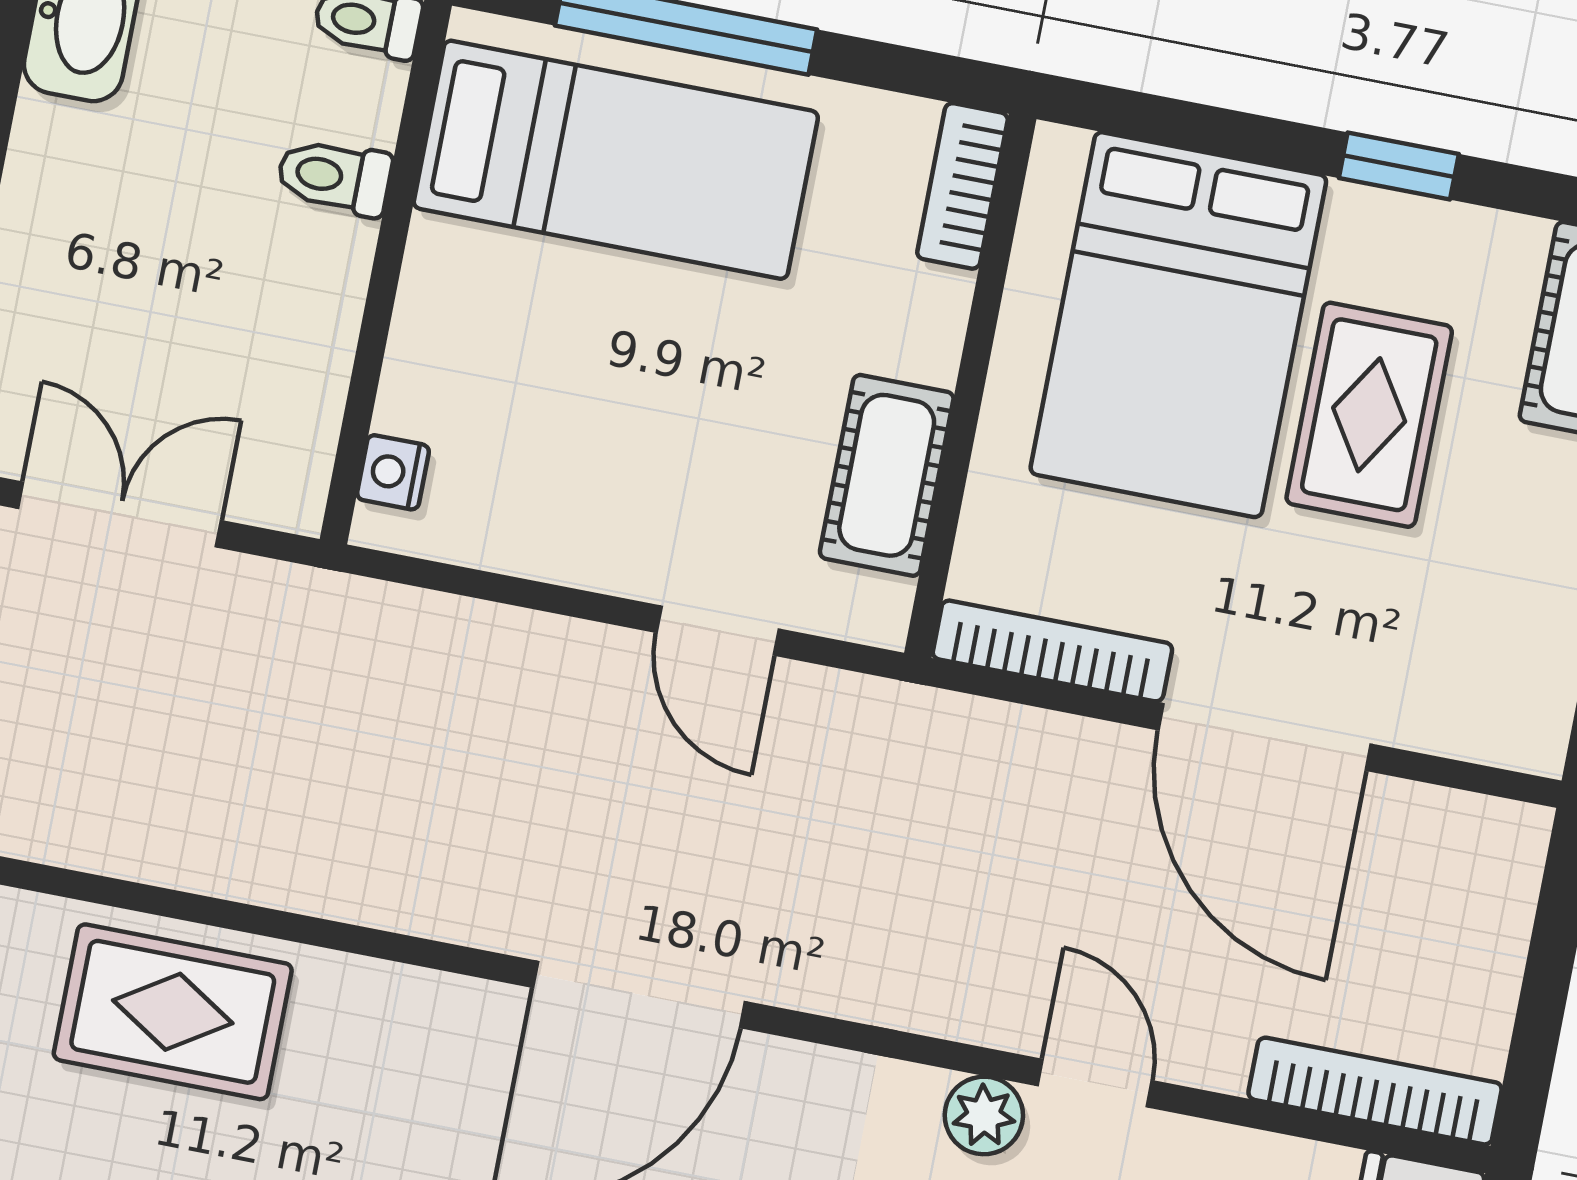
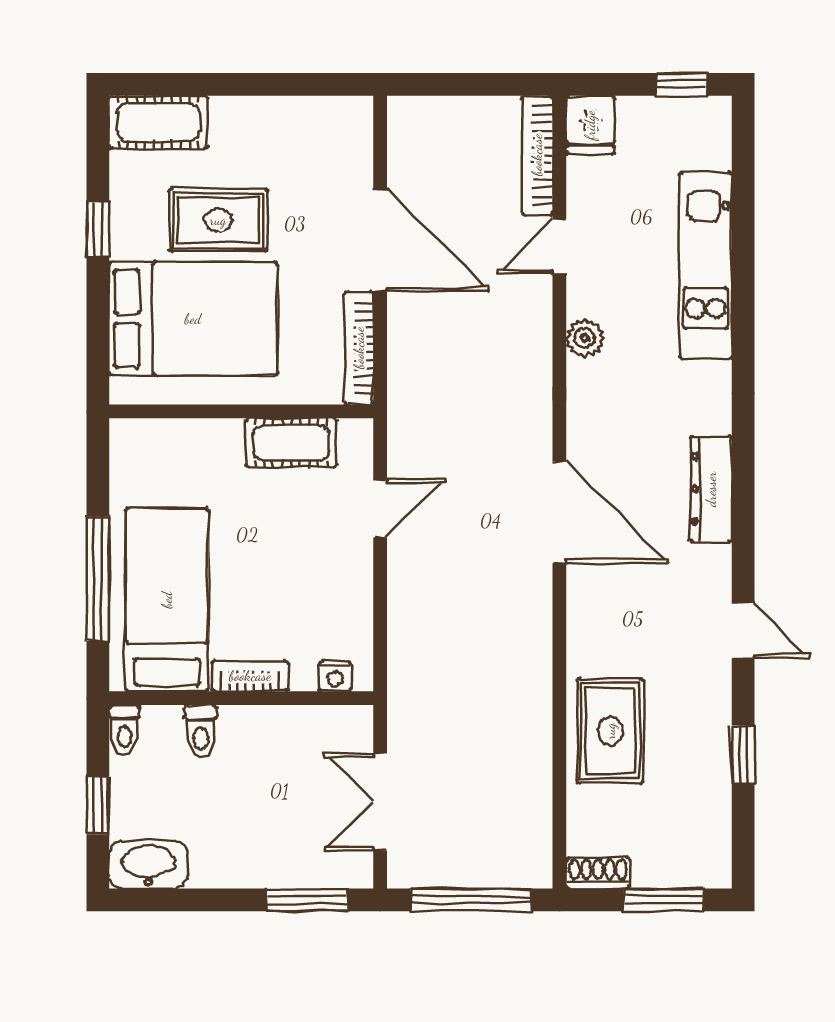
bookcase: (962, 186) -> (250, 676), moved, turned 180
door: (1264, 737) -> (380, 240), hinge flipped
door: (1095, 1083) -> (559, 247), moved

